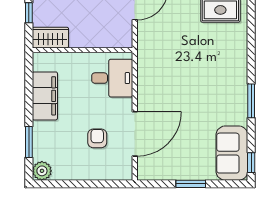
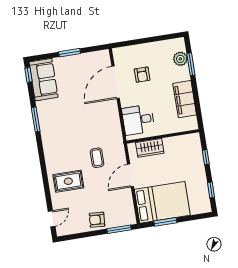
coffee table: (176, 36) -> (97, 158), added
wardrobe: (50, 38) -> (150, 148), moved
plant: (42, 171) -> (180, 59), moved

